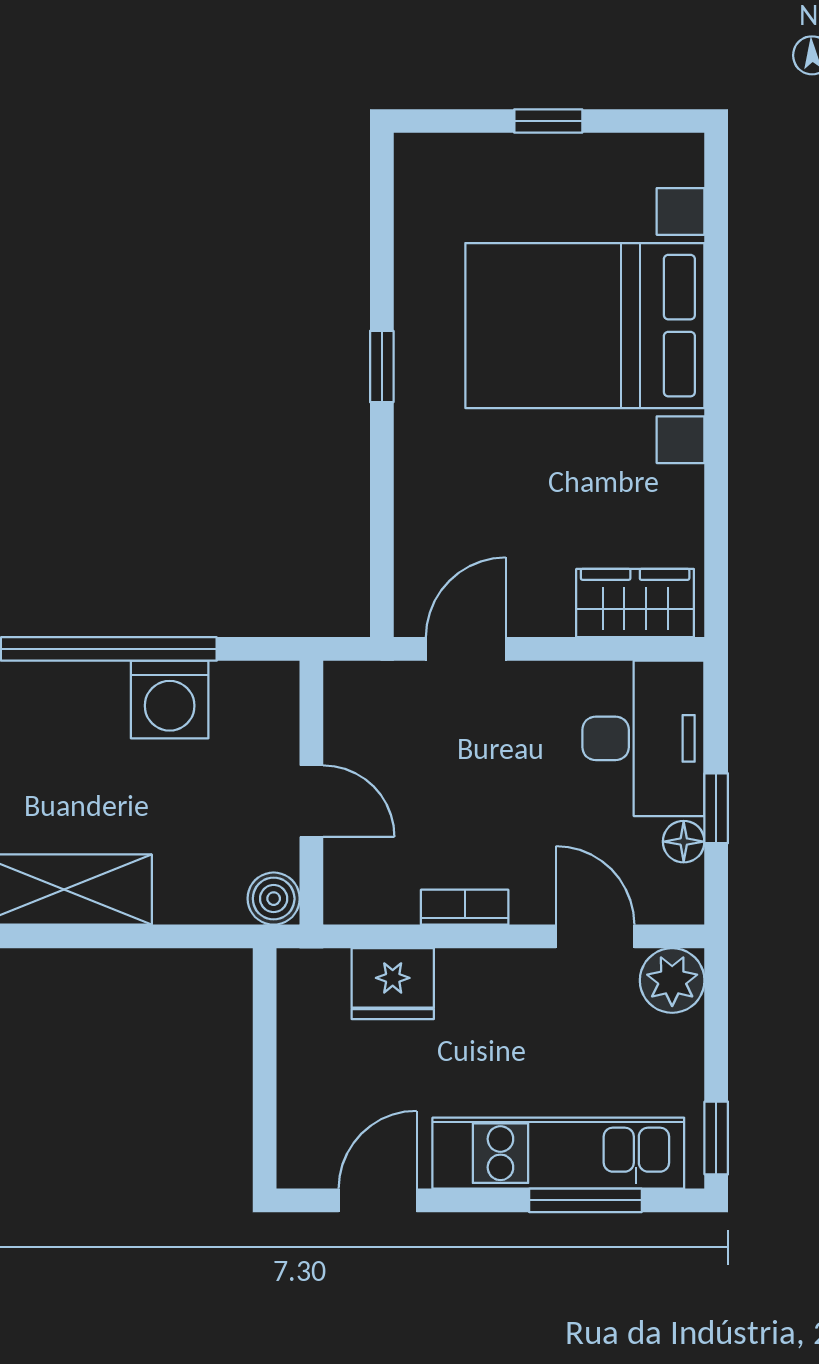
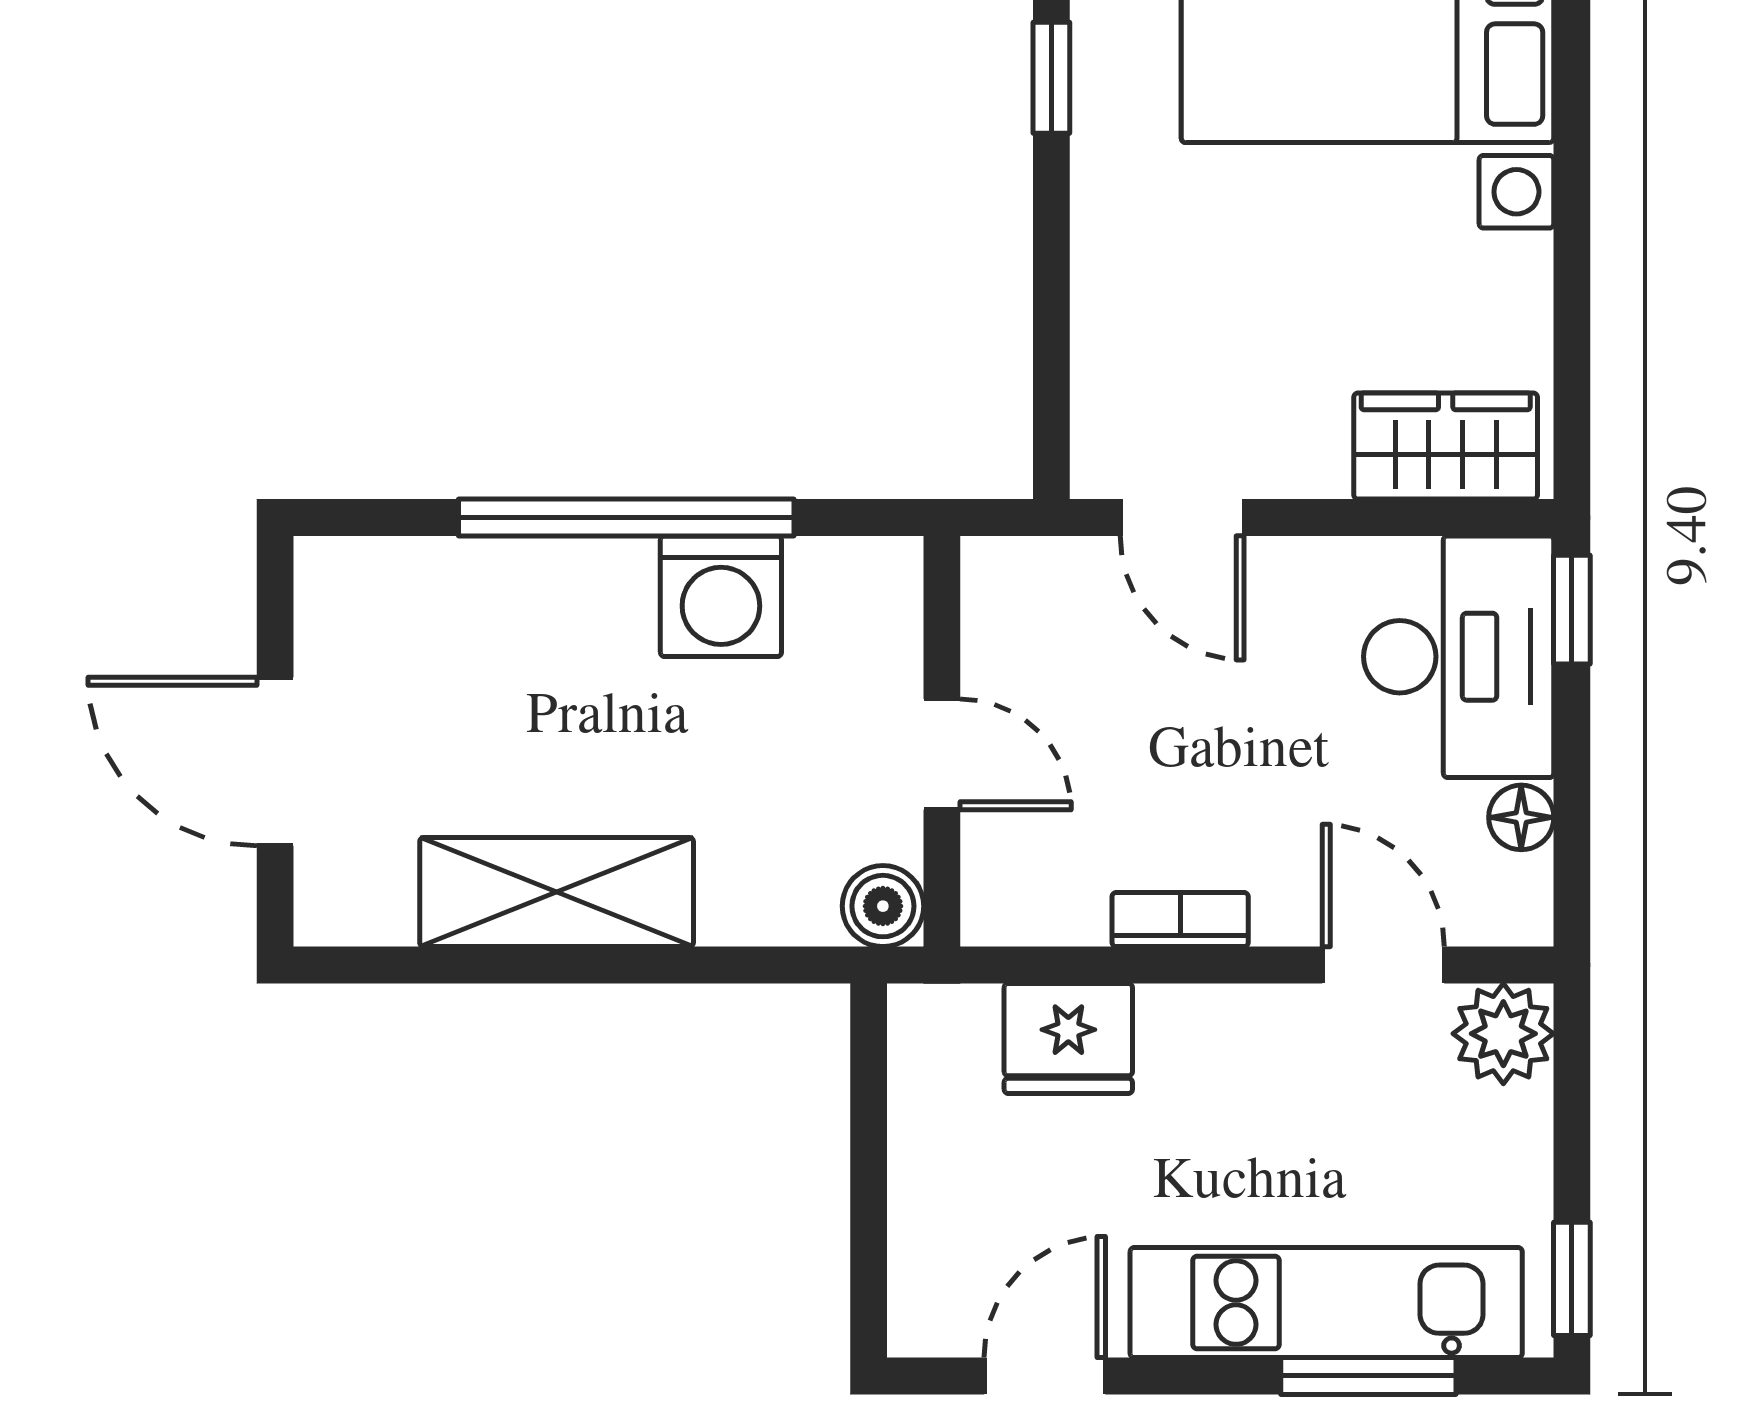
door: (466, 649) -> (1182, 517), swing flipped
window: (716, 808) -> (1572, 610), moved

